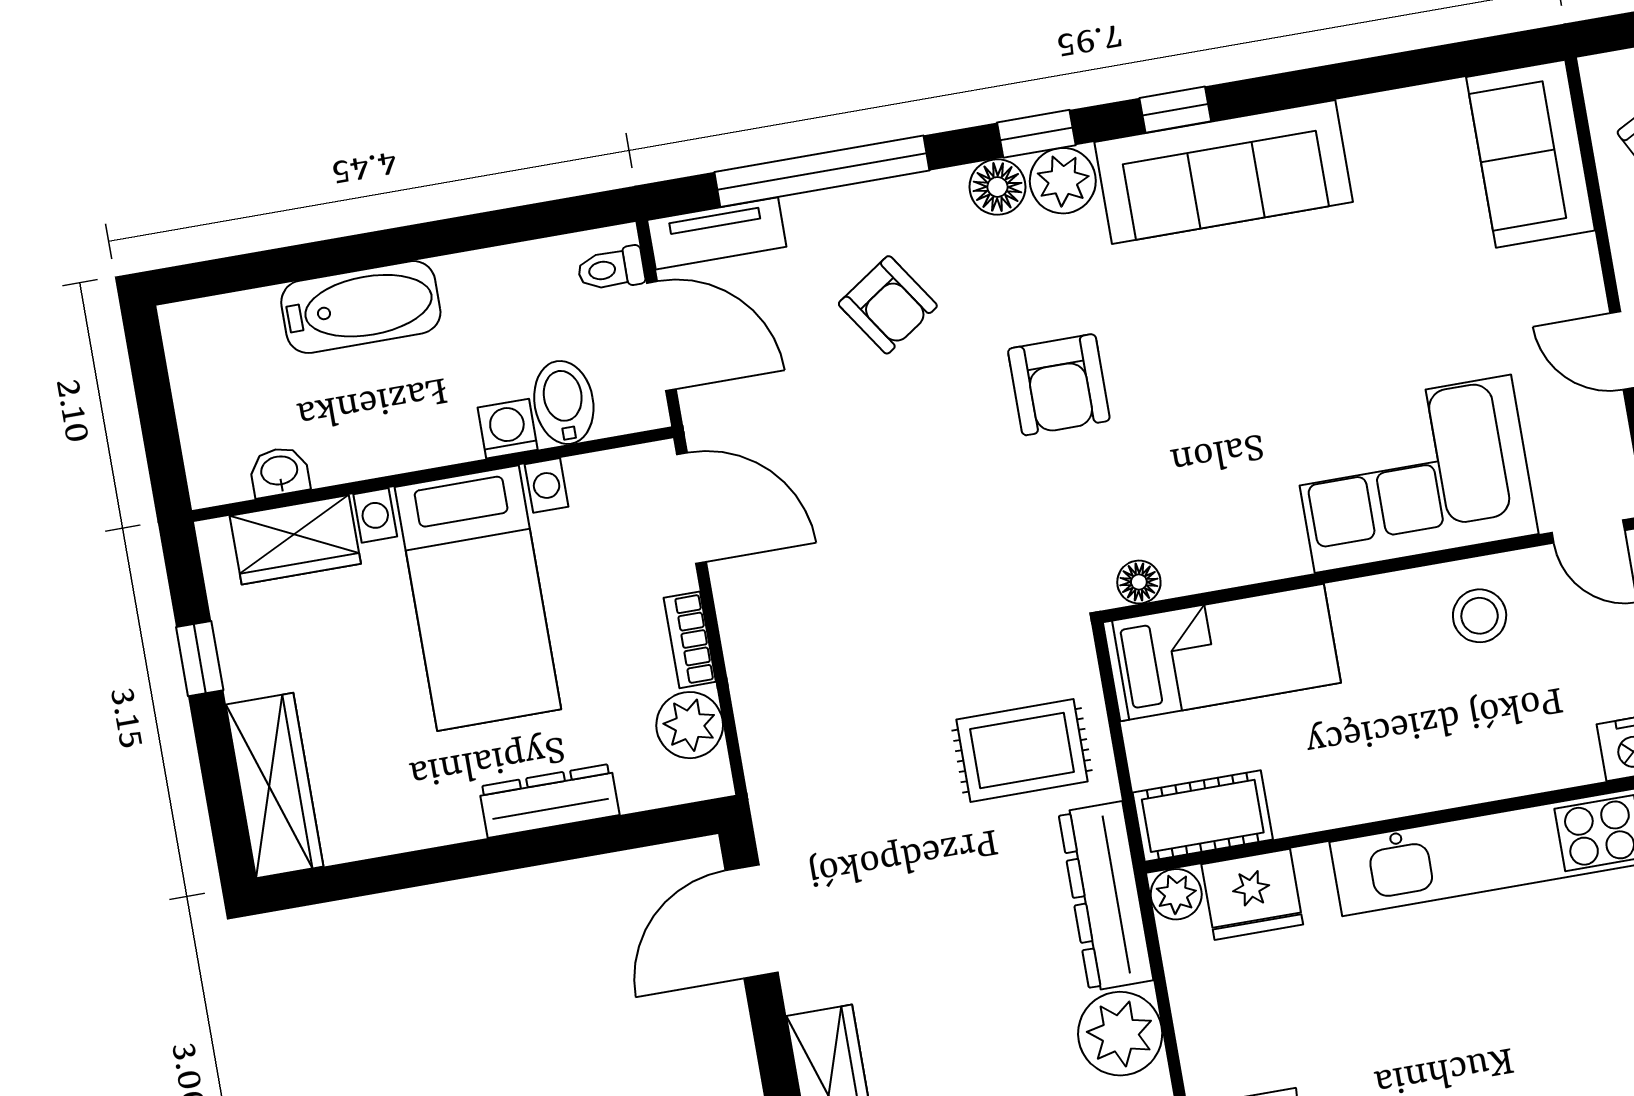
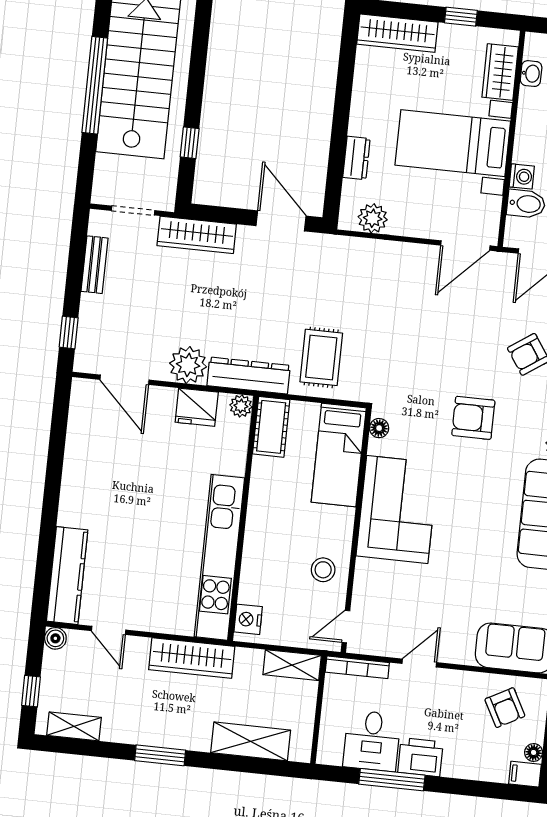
corner sofa: (1413, 474) -> (397, 509), moved
bookcase: (690, 640) -> (409, 229), removed
dresser: (549, 801) -> (356, 158), width x0.70
fridge: (1252, 894) -> (197, 407), moved, turned -90

